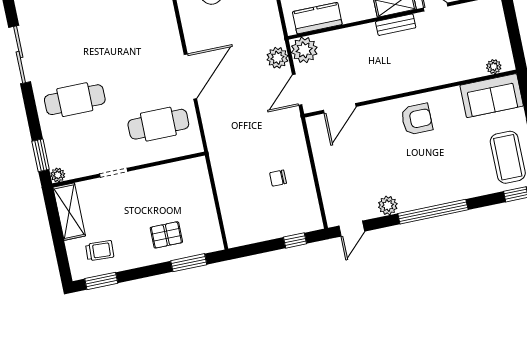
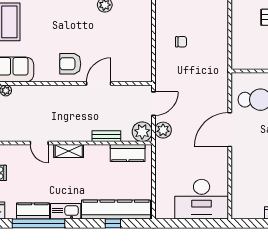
bench: (396, 25) -> (106, 136), moved
door: (340, 108) -> (99, 83), moved

